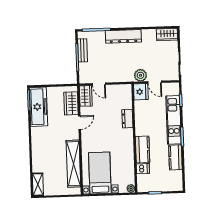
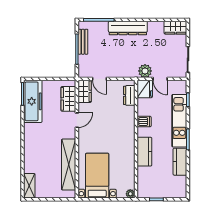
dresser: (127, 119) -> (129, 95), moved
dishwasher: (143, 169) -> (144, 122), moved

